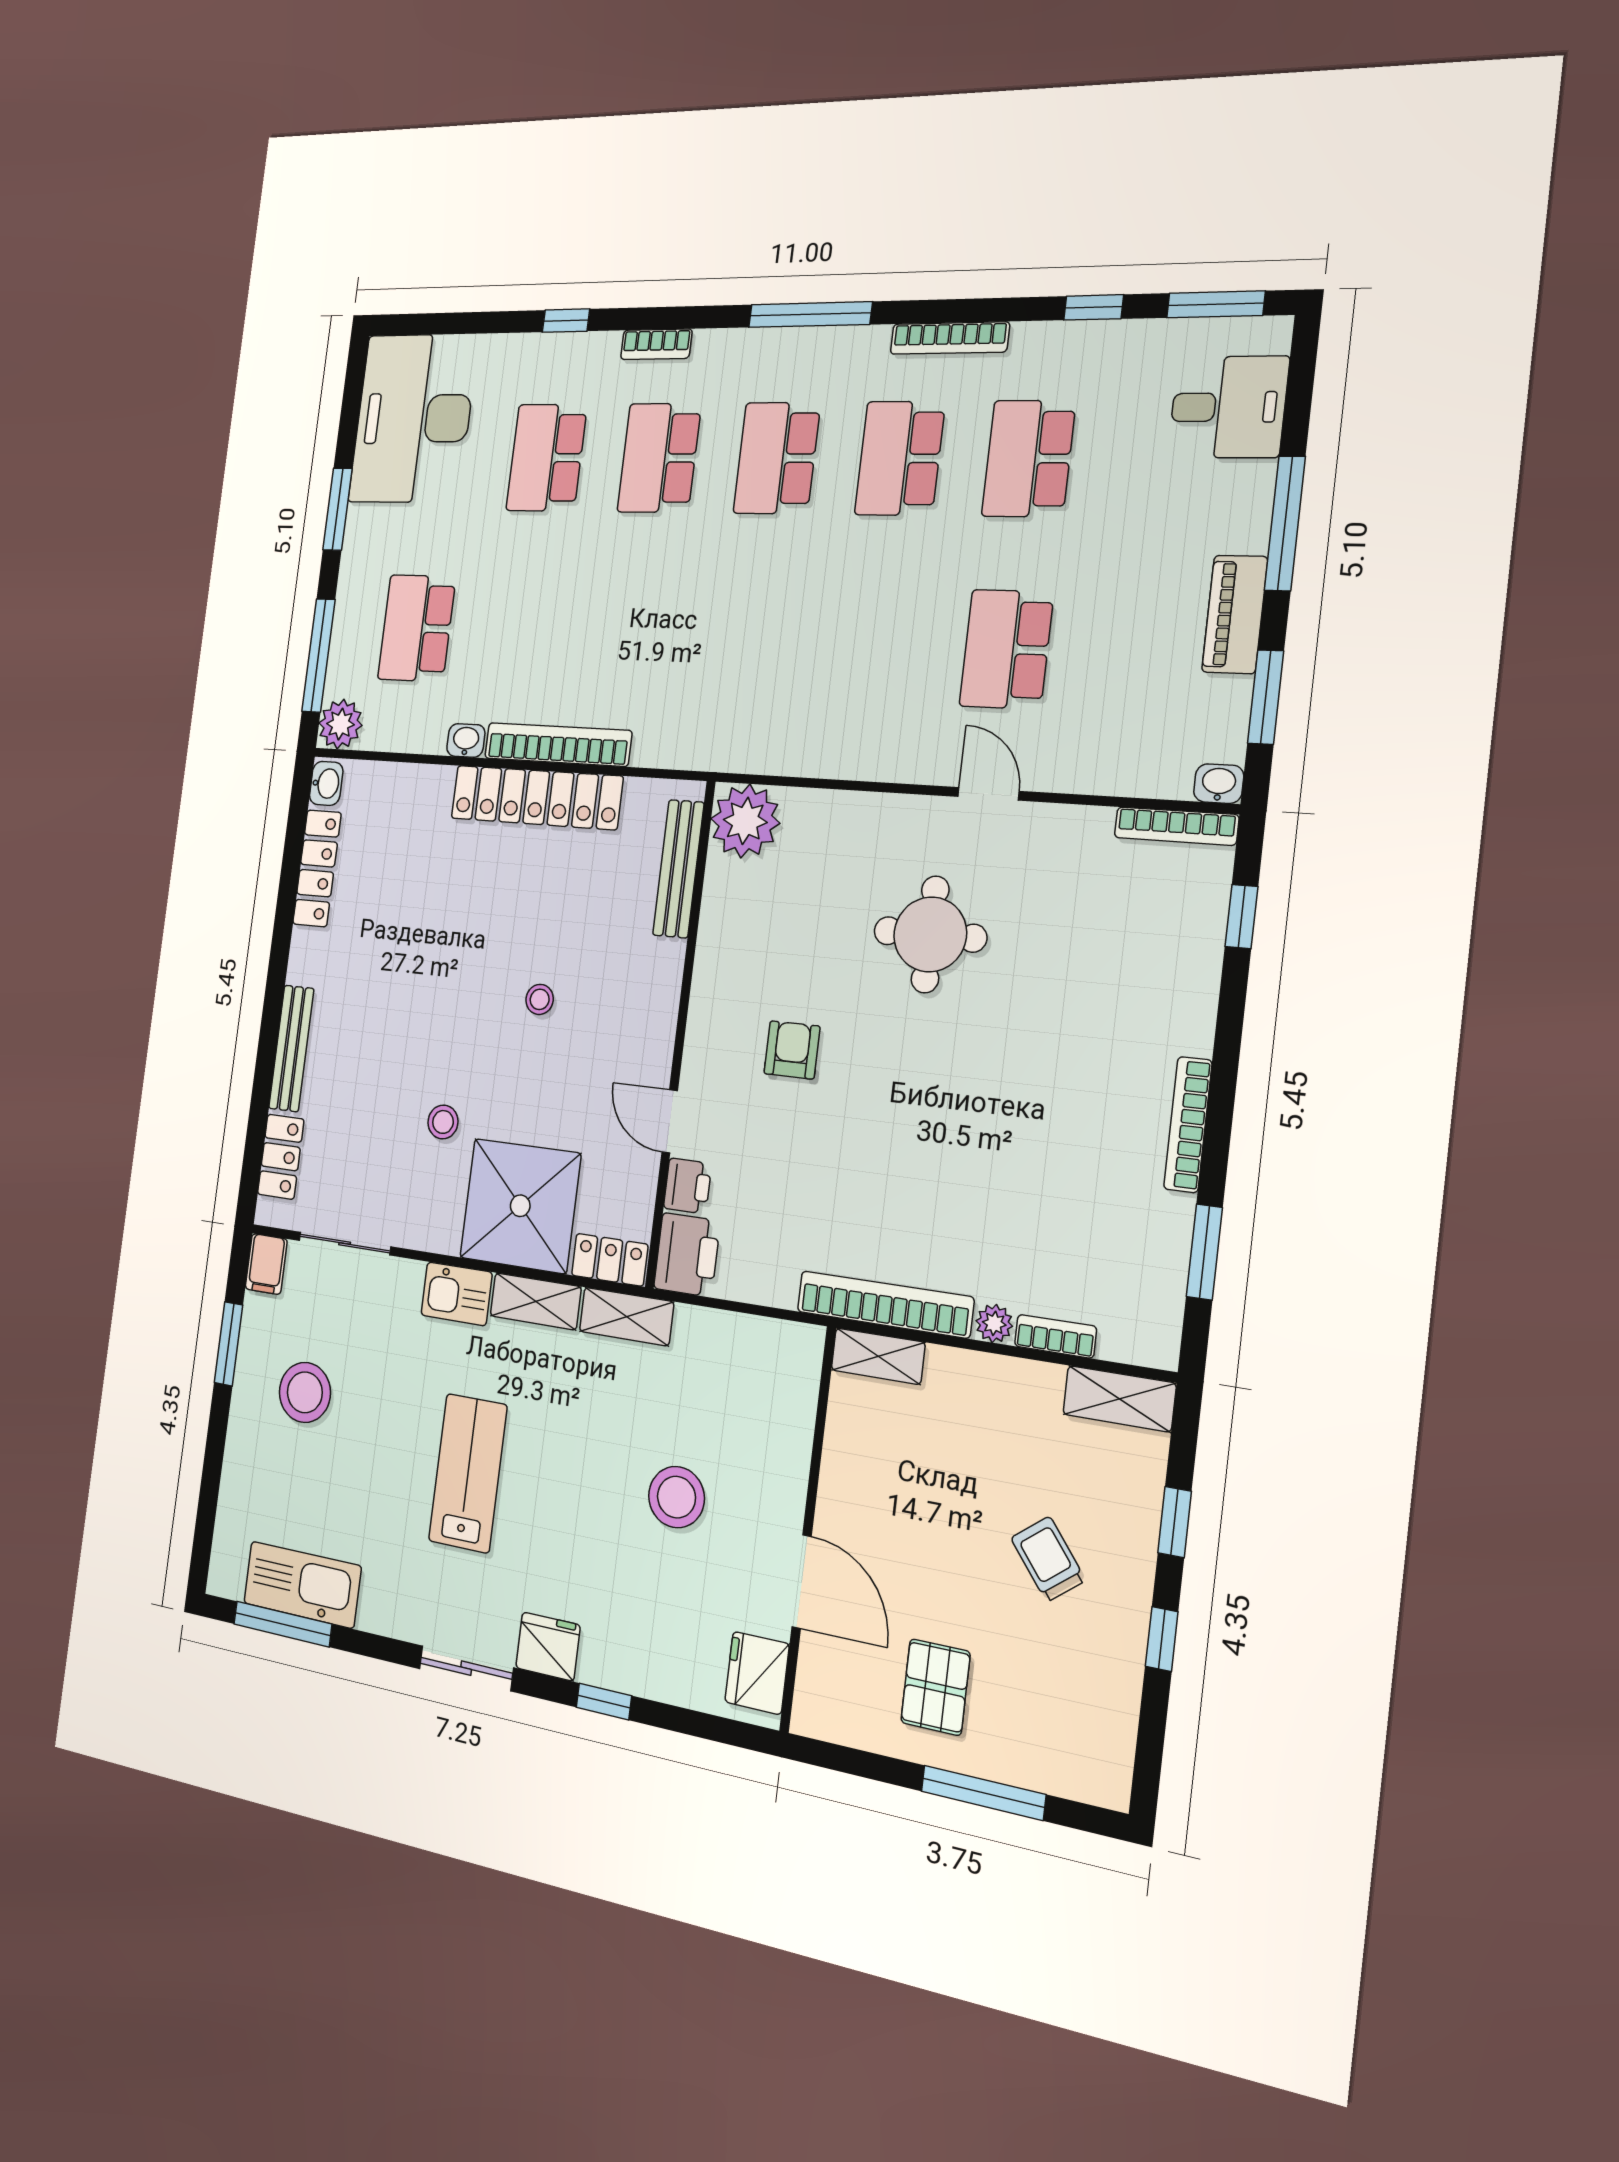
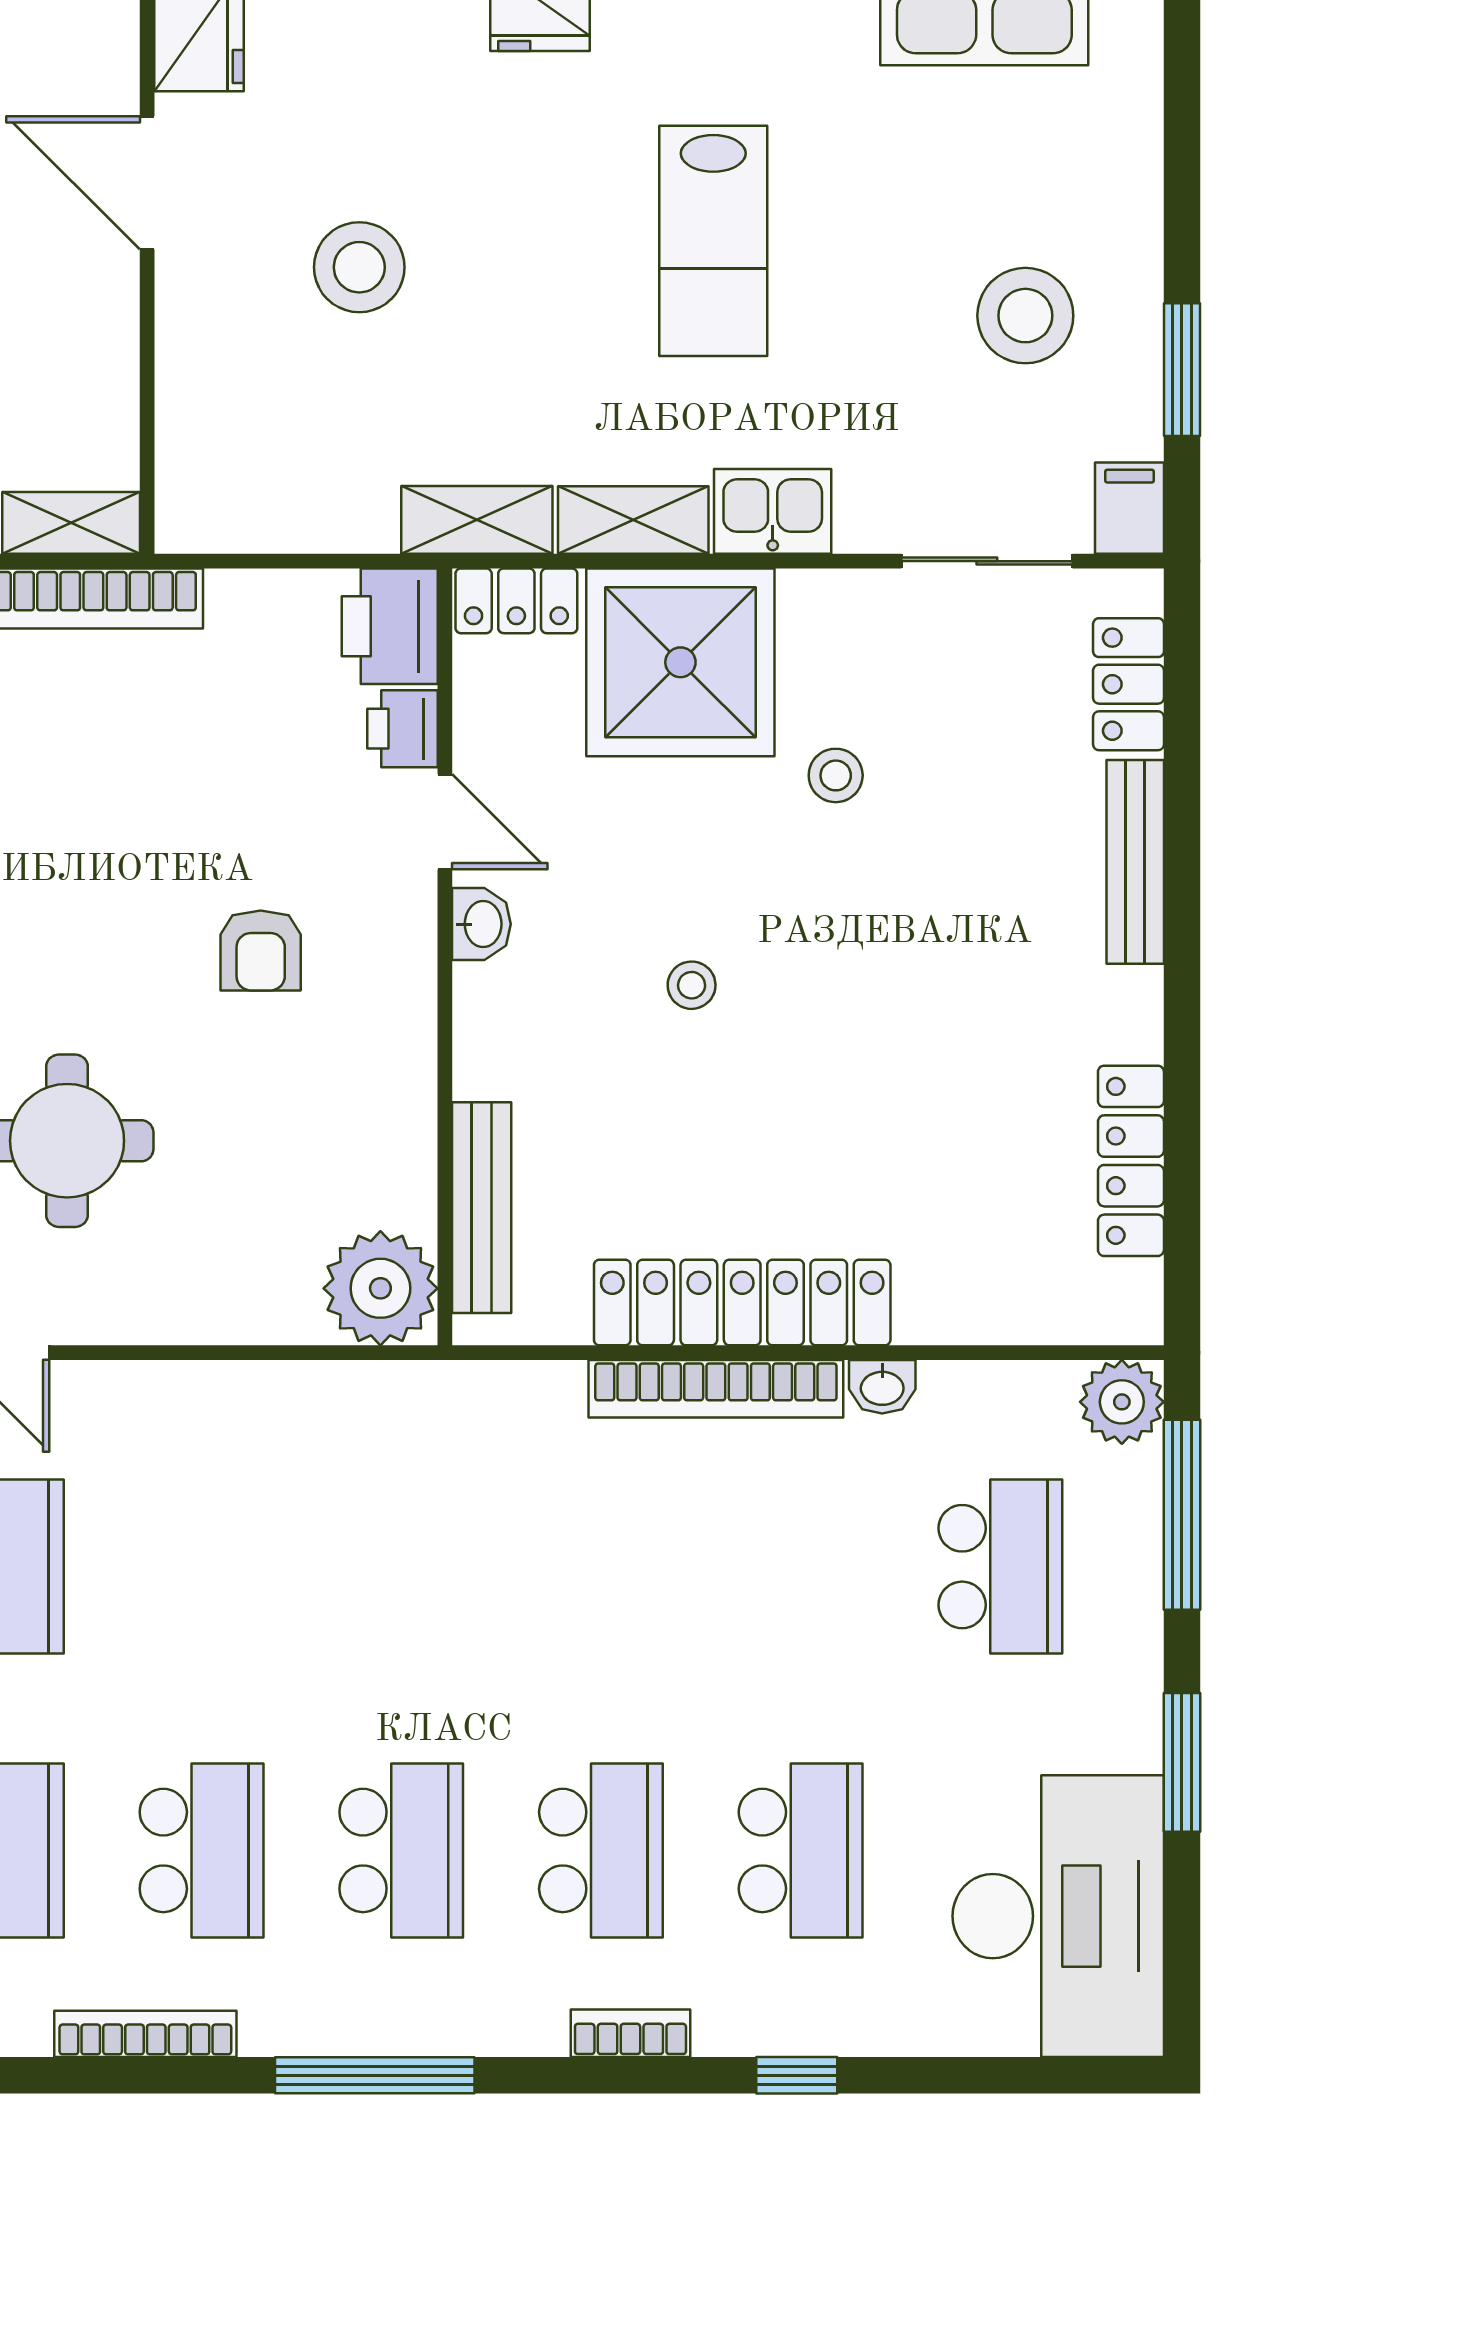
washbasin: (326, 783) -> (481, 924), moved, turned 180

